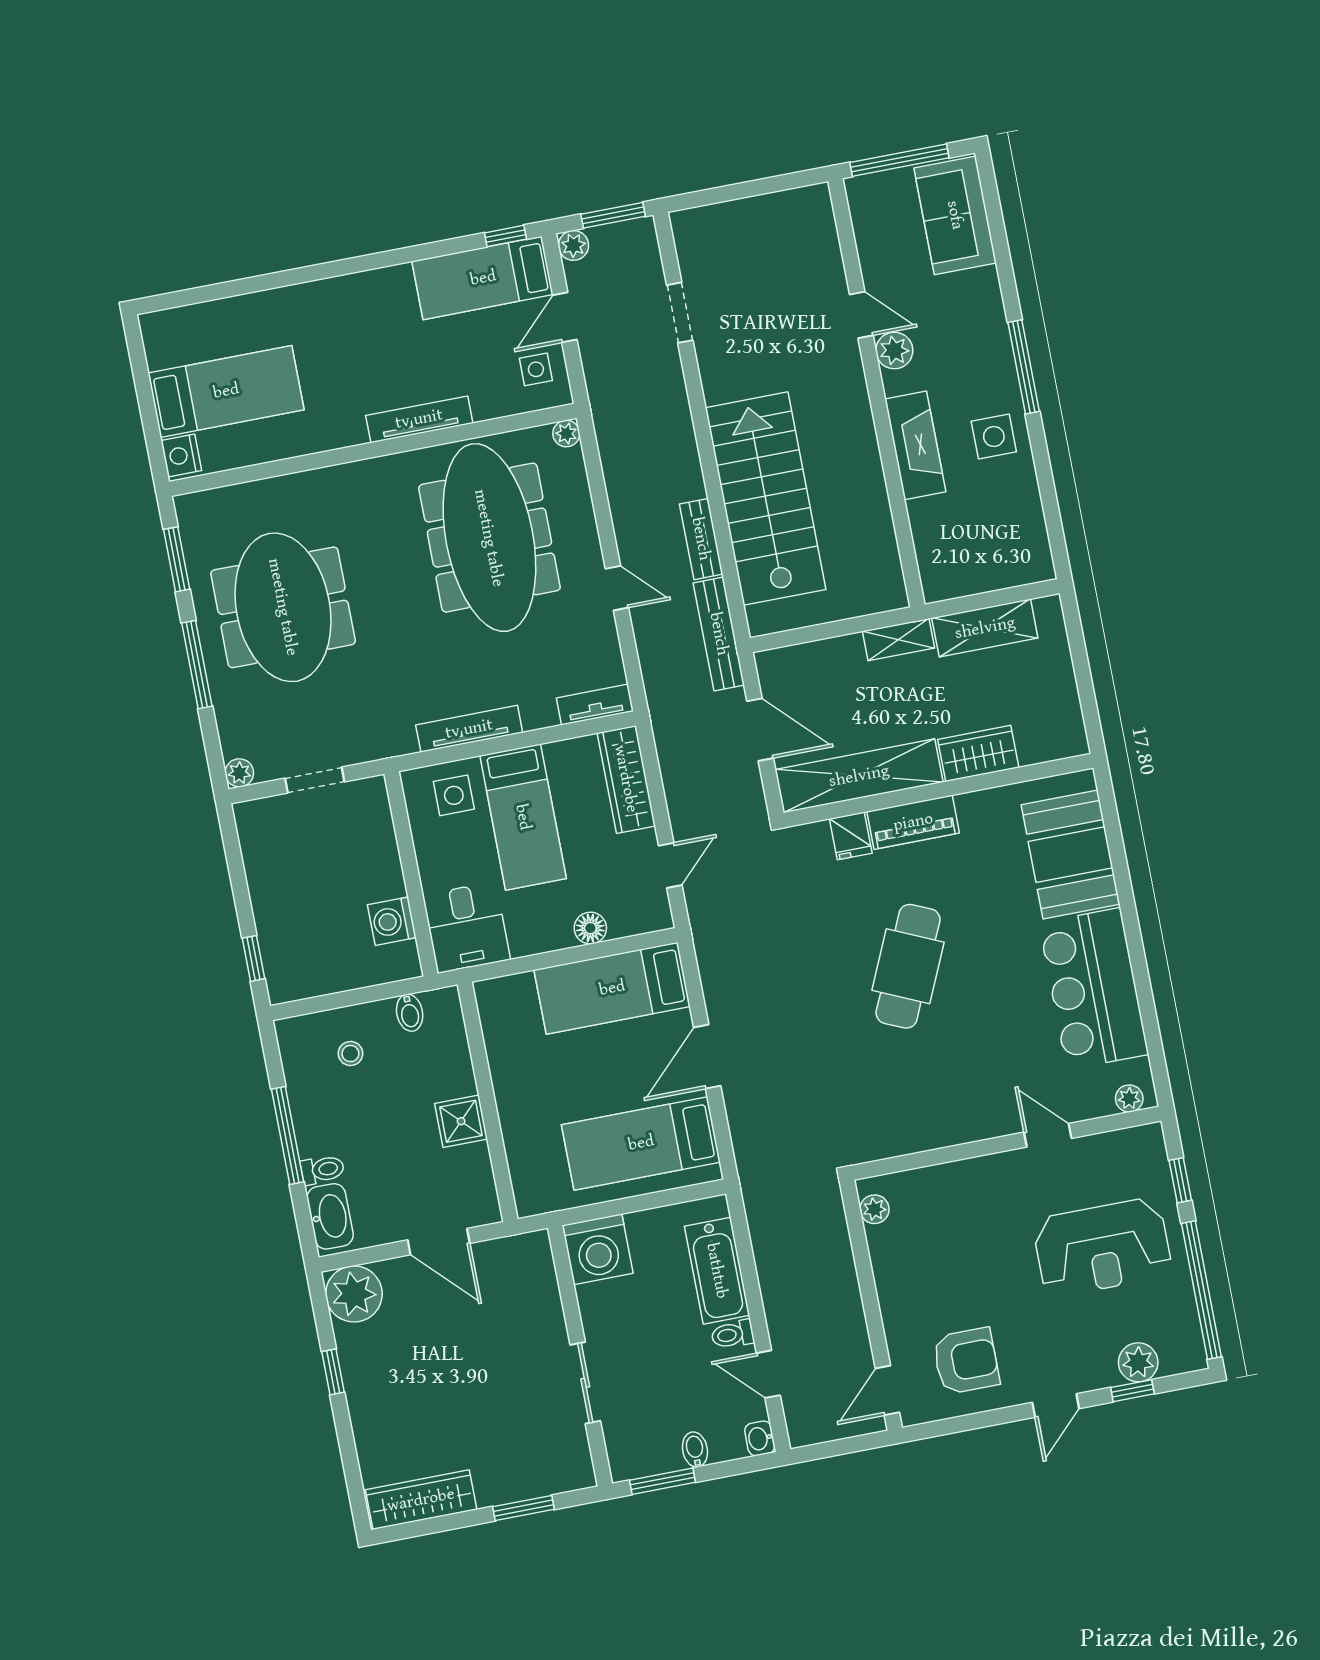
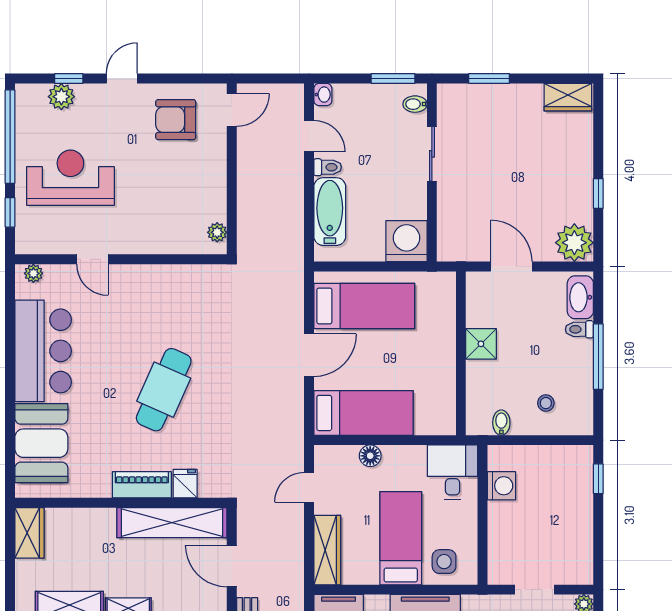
wardrobe: (978, 753) -> (29, 533), moved, turned -90
bidet: (695, 1450) -> (415, 104), moved, turned 90
wardrobe: (421, 1500) -> (568, 97), width x0.67

